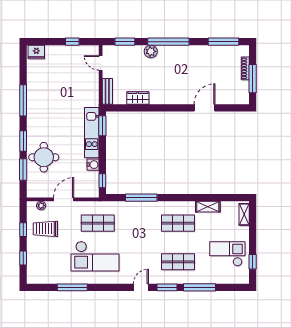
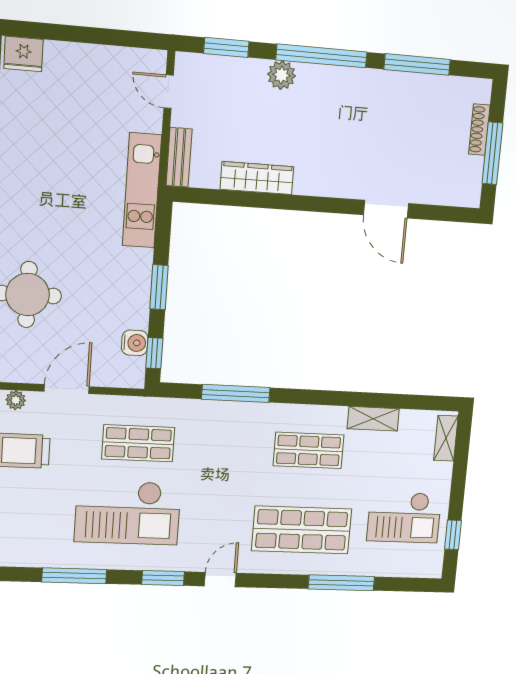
window: (72, 42) -> (108, 37), removed
window: (223, 42) -> (417, 64), moved
wardrobe: (138, 98) -> (257, 178), width x1.50
door: (205, 108) -> (386, 209), swing flipped
window: (102, 126) -> (159, 287), moved
kitchen unit: (92, 133) -> (142, 190), moved
water cooler: (93, 165) -> (135, 343), moved
checkout: (227, 254) -> (404, 517), turned 180
shop shelf: (178, 262) -> (302, 530), width x1.43, depth x1.36
window: (167, 287) -> (163, 578), moved

